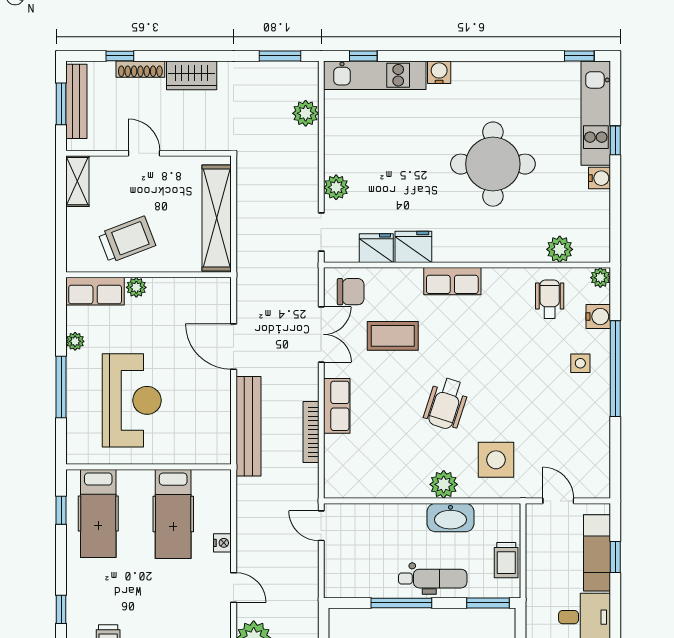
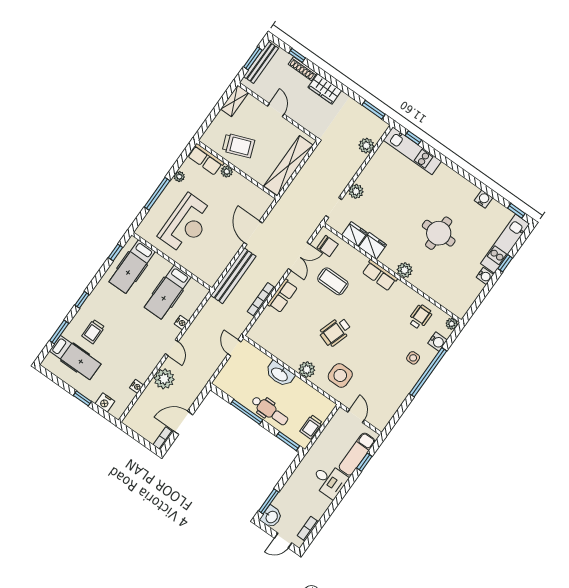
water cooler: (439, 72) -> (483, 199), moved
round table: (493, 164) -> (439, 233), width x0.73, depth x0.73
plant: (560, 249) -> (405, 270), moved
washbasin: (450, 518) -> (280, 374), moved

